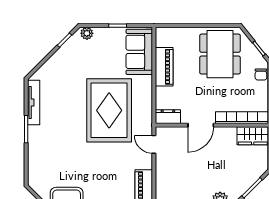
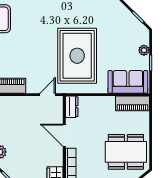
plant: (87, 33) -> (144, 50), moved
piano: (164, 67) -> (133, 103), moved
rug: (109, 110) -> (77, 56), turned 90

